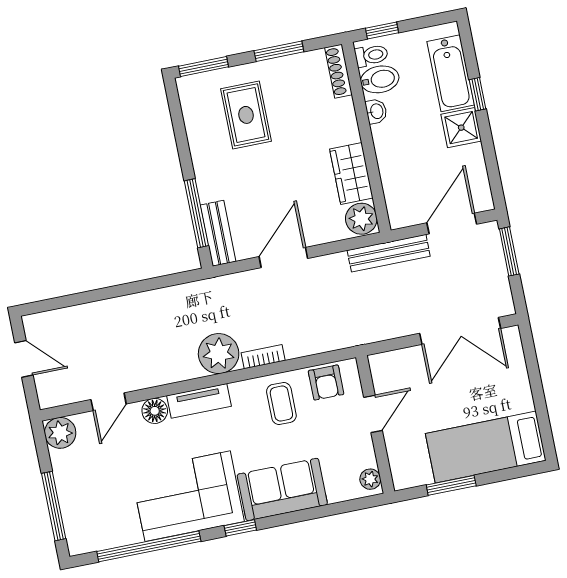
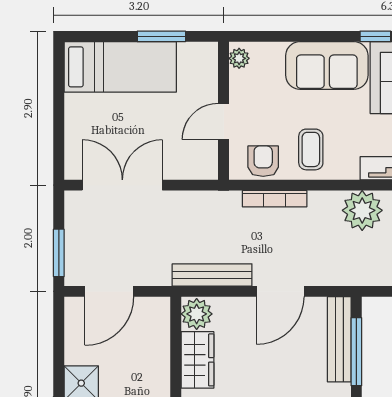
bench: (218, 233) -> (339, 339), width x1.36
bench: (389, 253) -> (212, 275), moved
bookcase: (263, 357) -> (275, 199), moved, width x1.56

